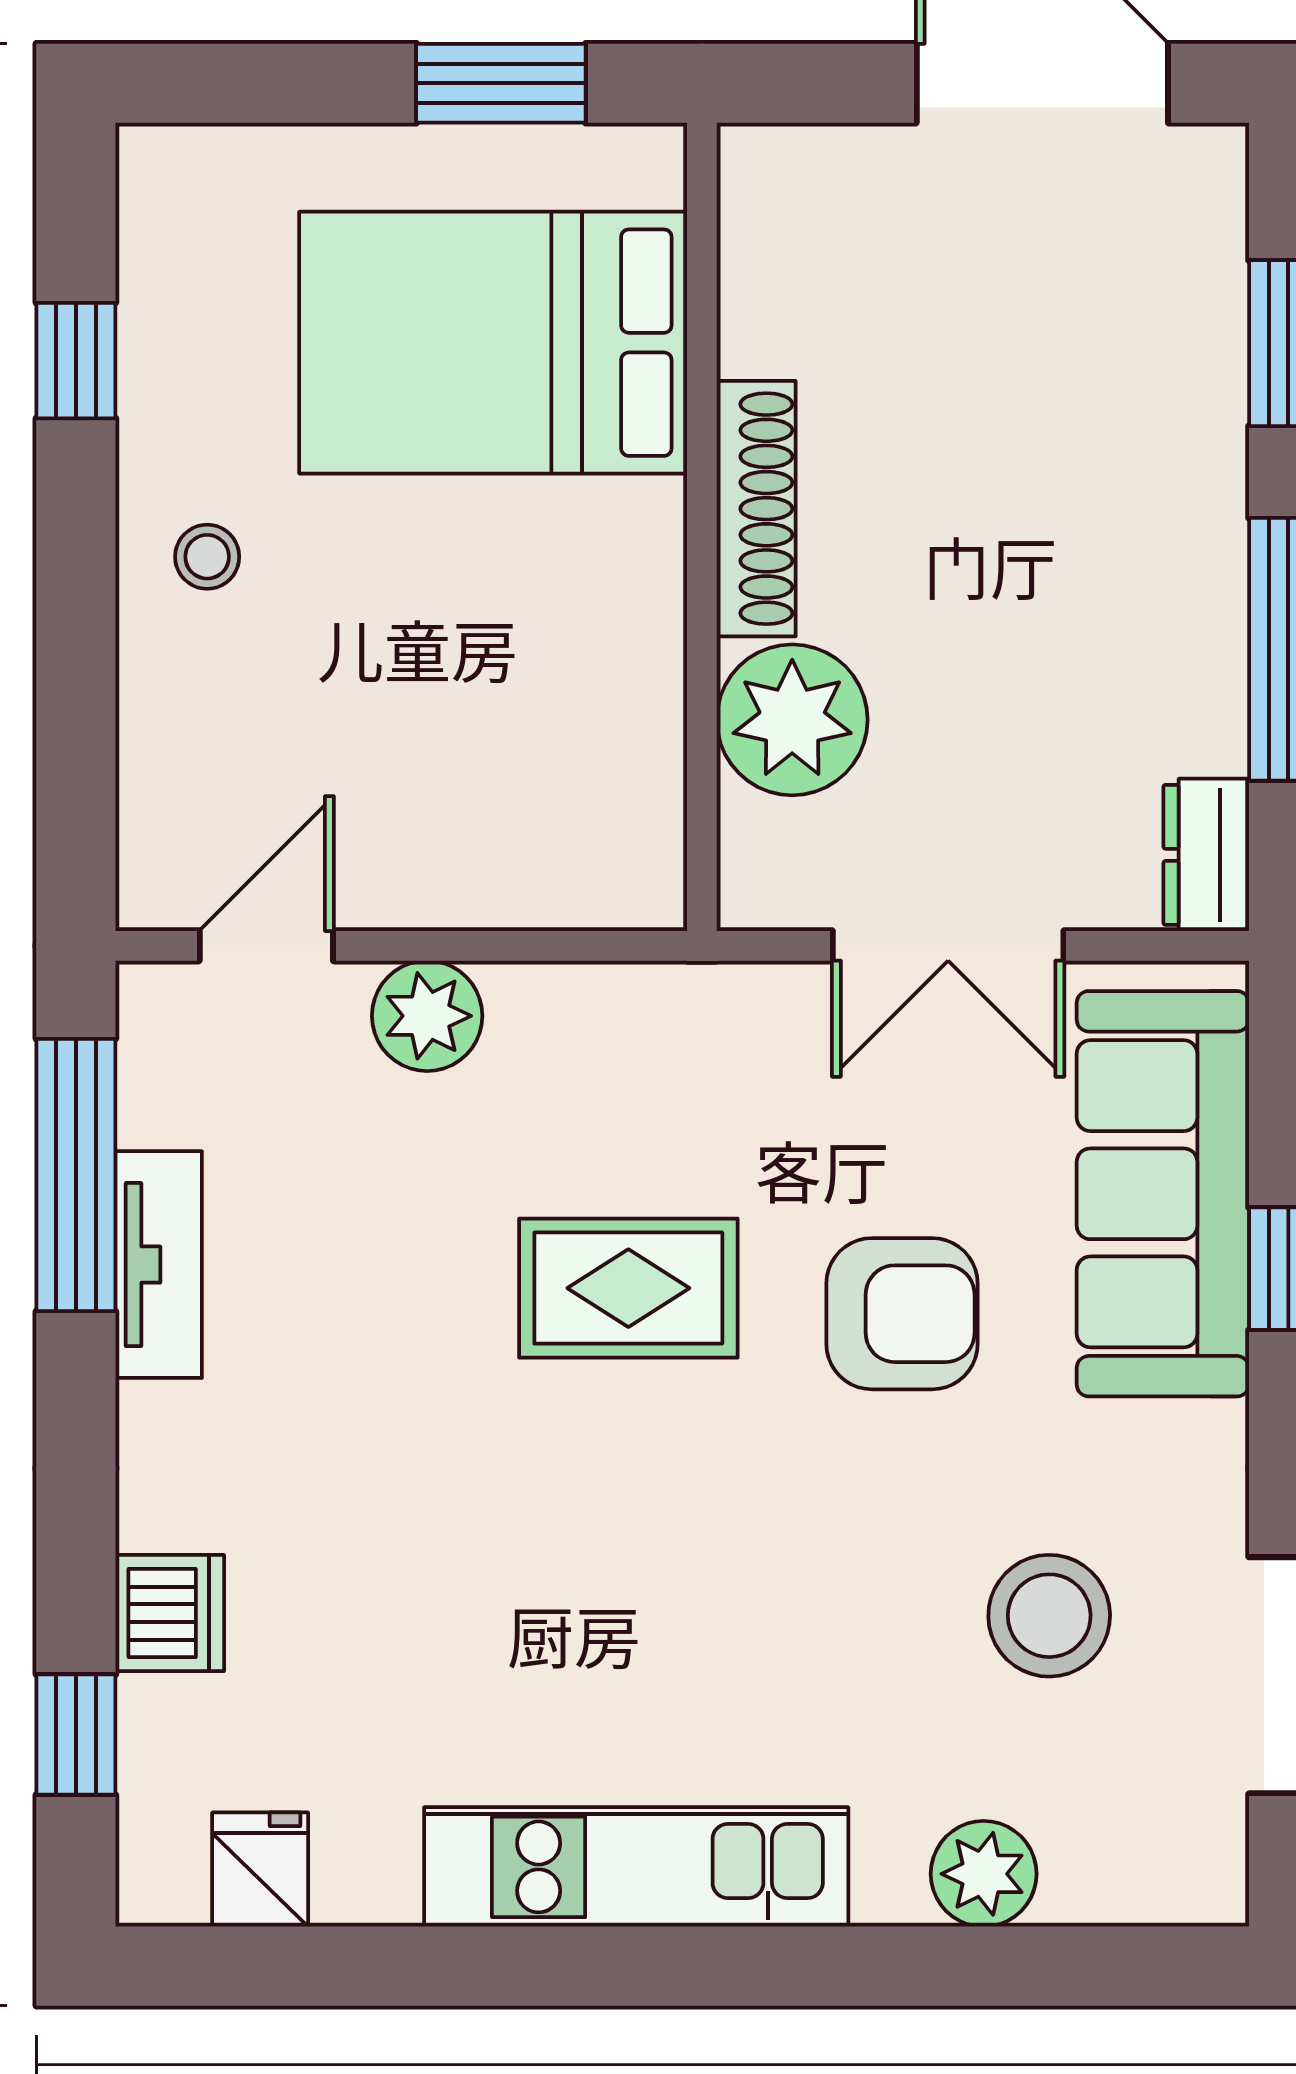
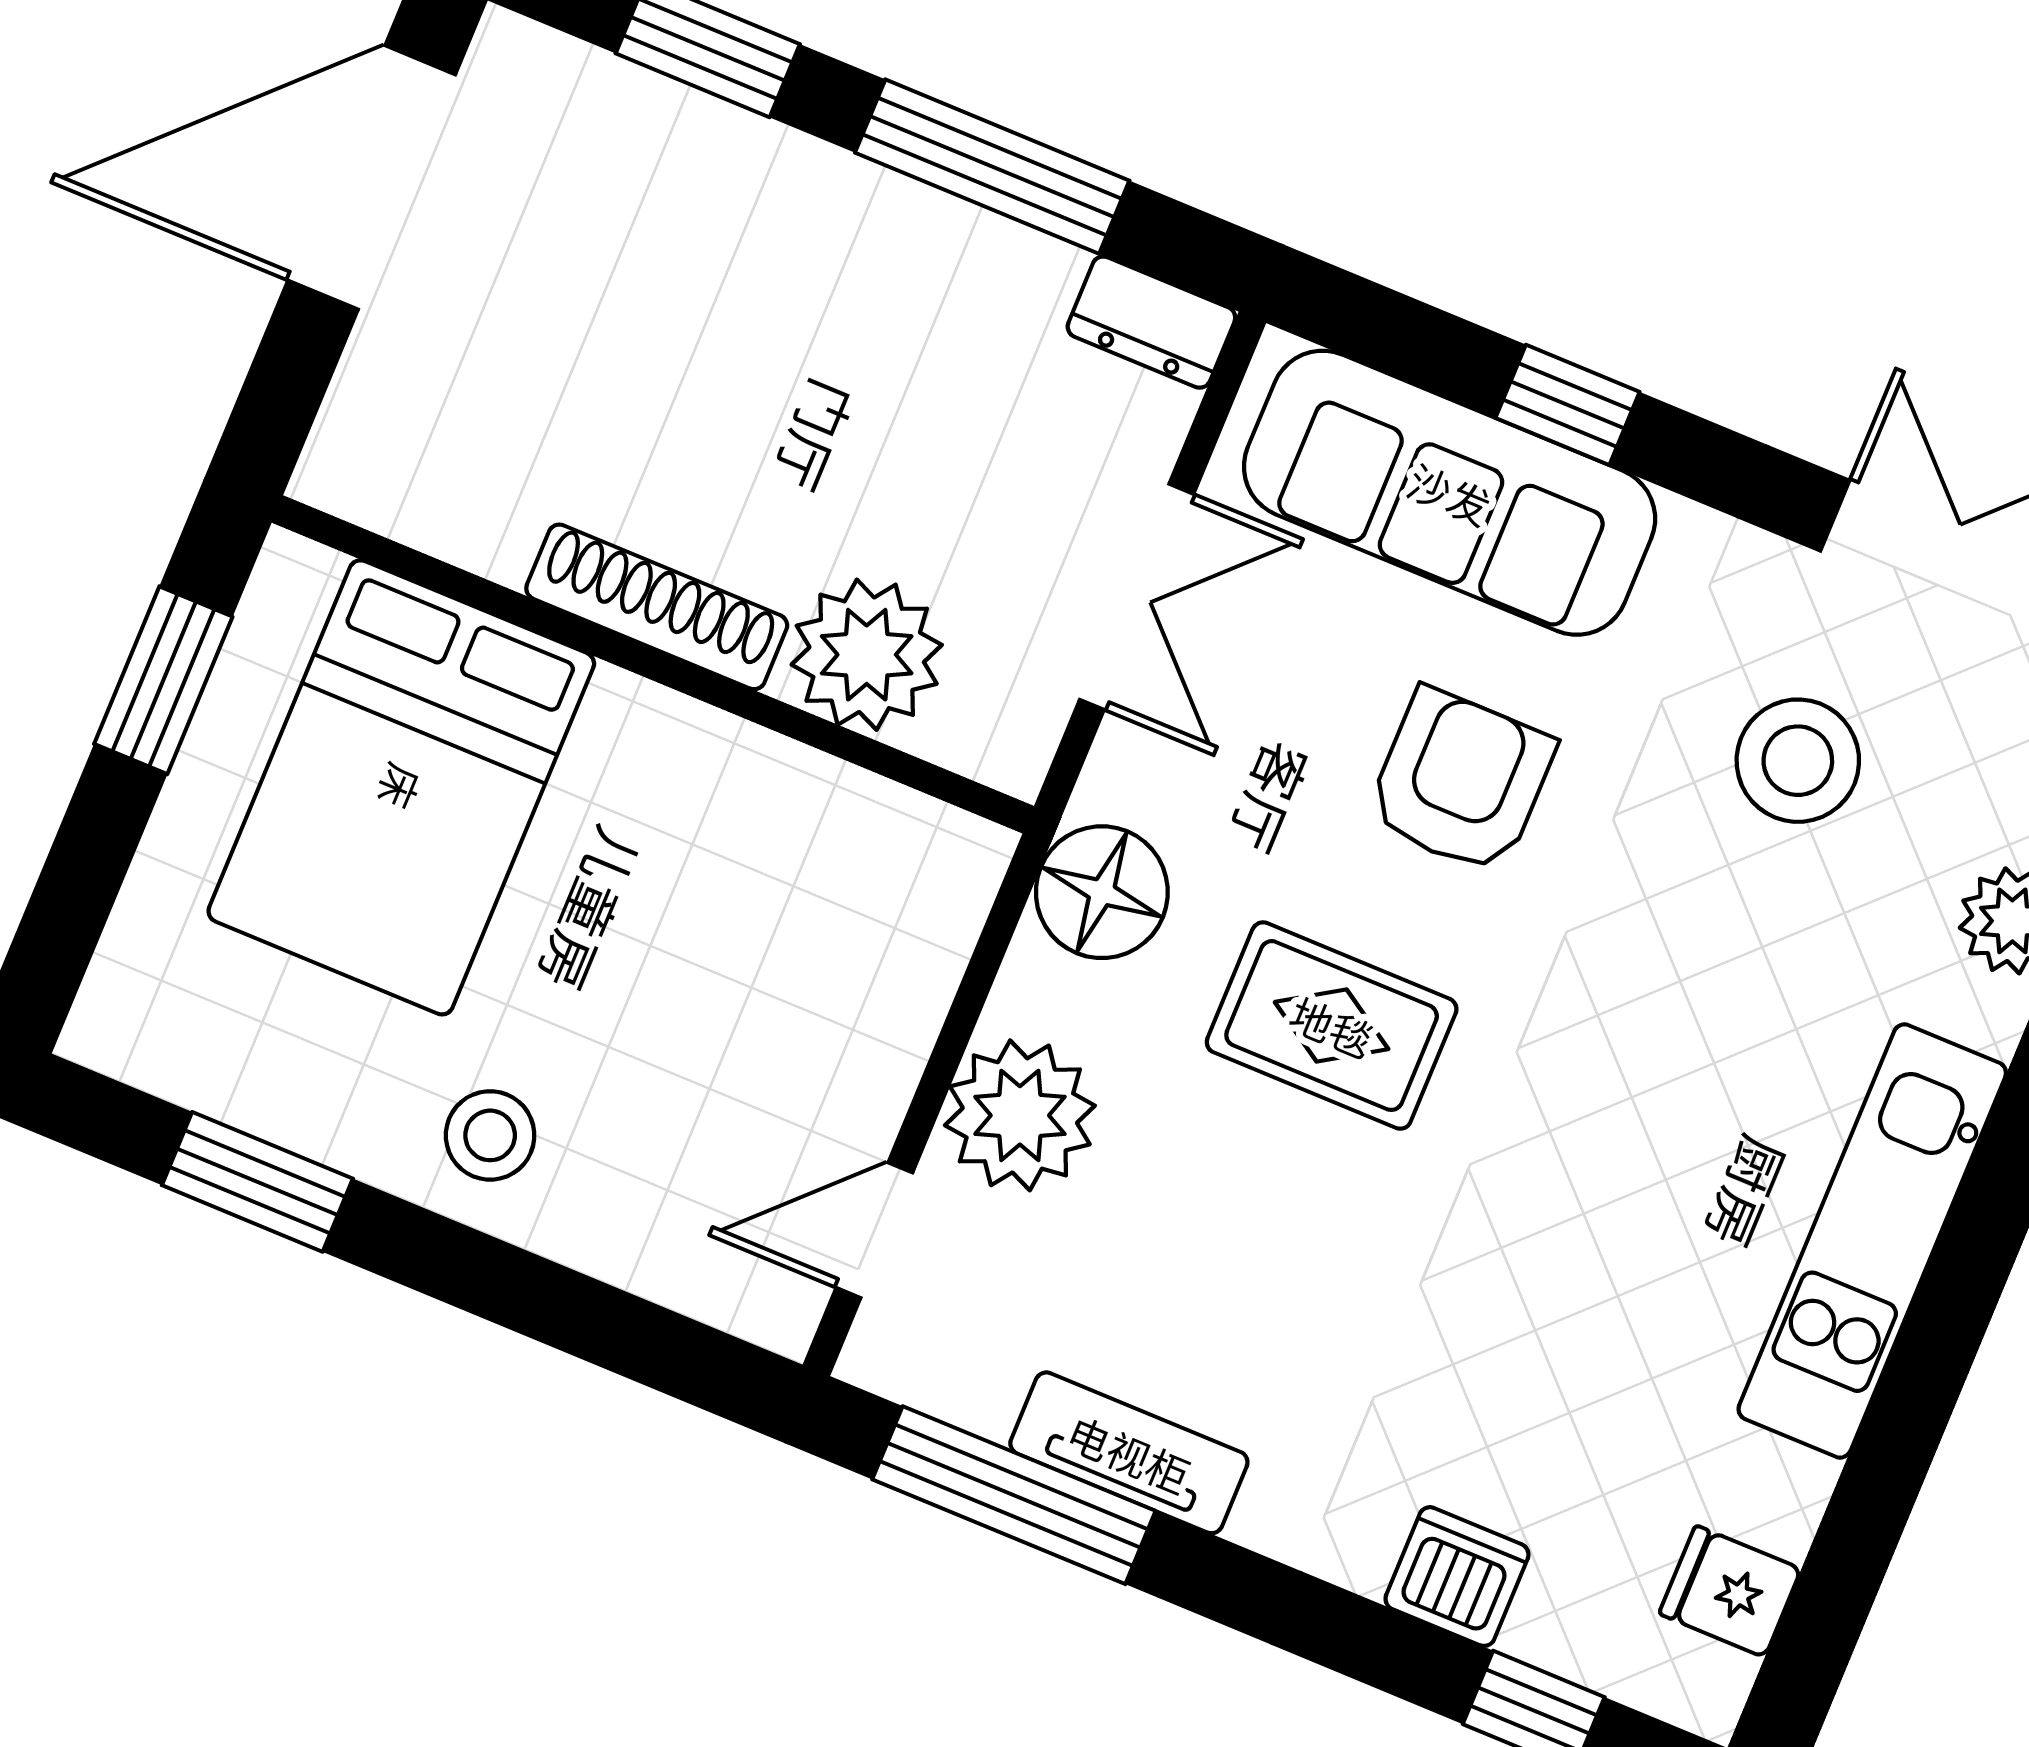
window: (76, 361) -> (257, 1182), width x1.50
stool: (207, 557) -> (490, 1135), width x1.37, depth x1.37
door: (266, 946) -> (874, 1230), hinge flipped
plant: (427, 1016) -> (1020, 1115), width x1.36, depth x1.36
floor lamp: (663, 1026) -> (1102, 892), added
rug: (628, 1288) -> (1332, 1026), turned 90

